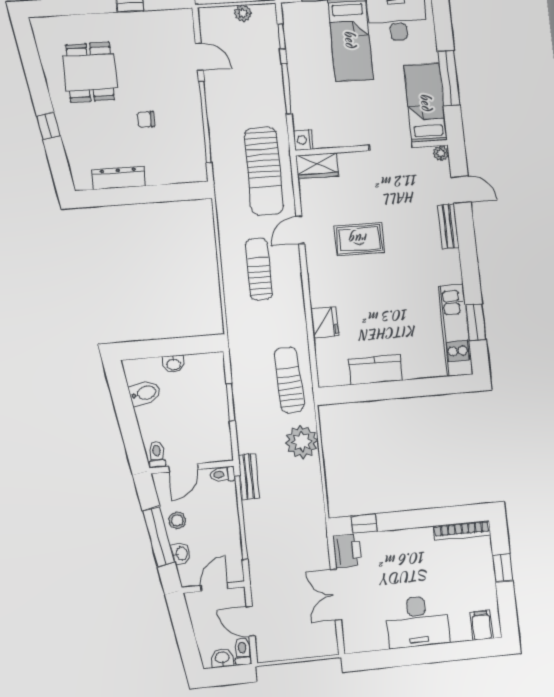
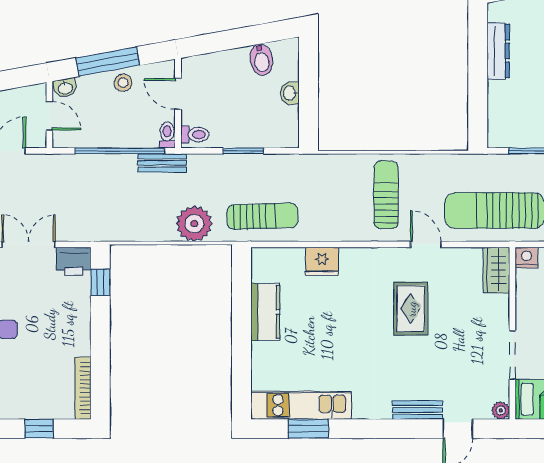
sun lounger: (259, 269) -> (386, 195), turned -90
toilet: (157, 454) -> (195, 134), moved
washbasin: (181, 553) -> (65, 88), moved

